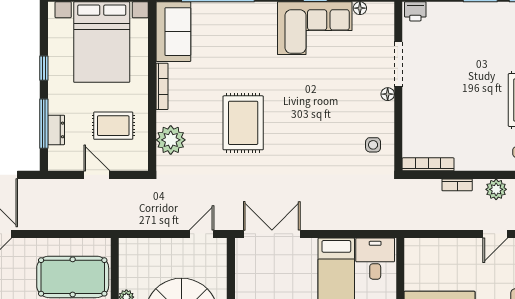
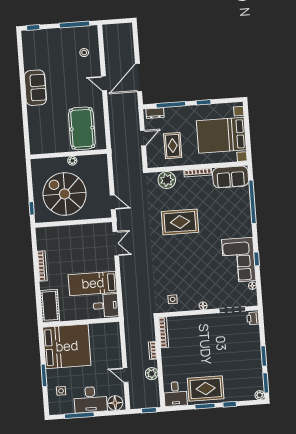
doorway: (398, 64) -> (232, 310), moved
dresser: (56, 130) -> (155, 113), moved
double door: (272, 234) -> (116, 244), width x0.73

